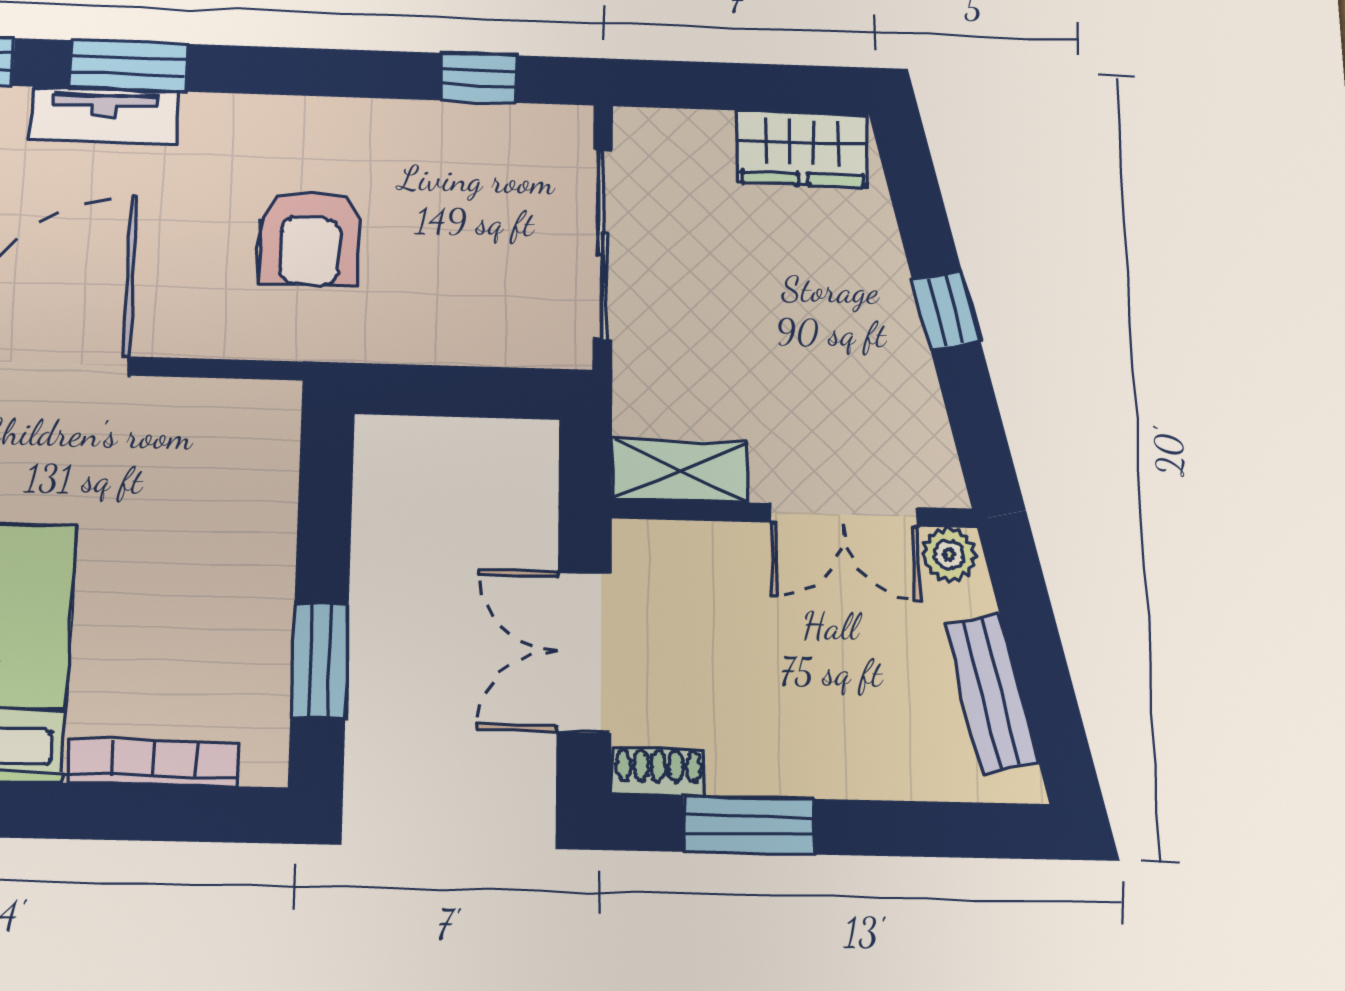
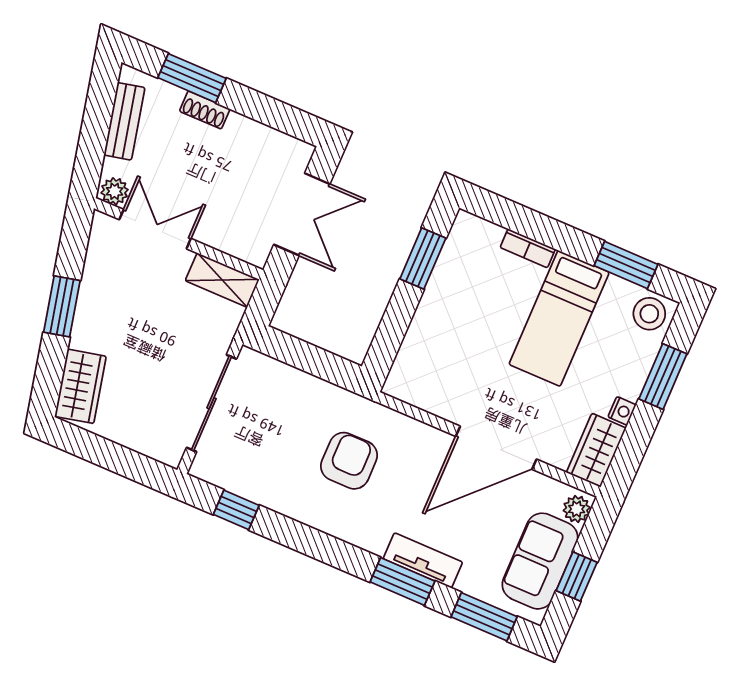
wardrobe: (802, 149) -> (81, 386), moved, turned 77
window: (946, 310) -> (62, 306), width x1.50
bookcase: (153, 763) -> (528, 248), width x0.64
shoe rack: (659, 772) -> (205, 110), moved
window: (749, 825) -> (192, 78), moved

